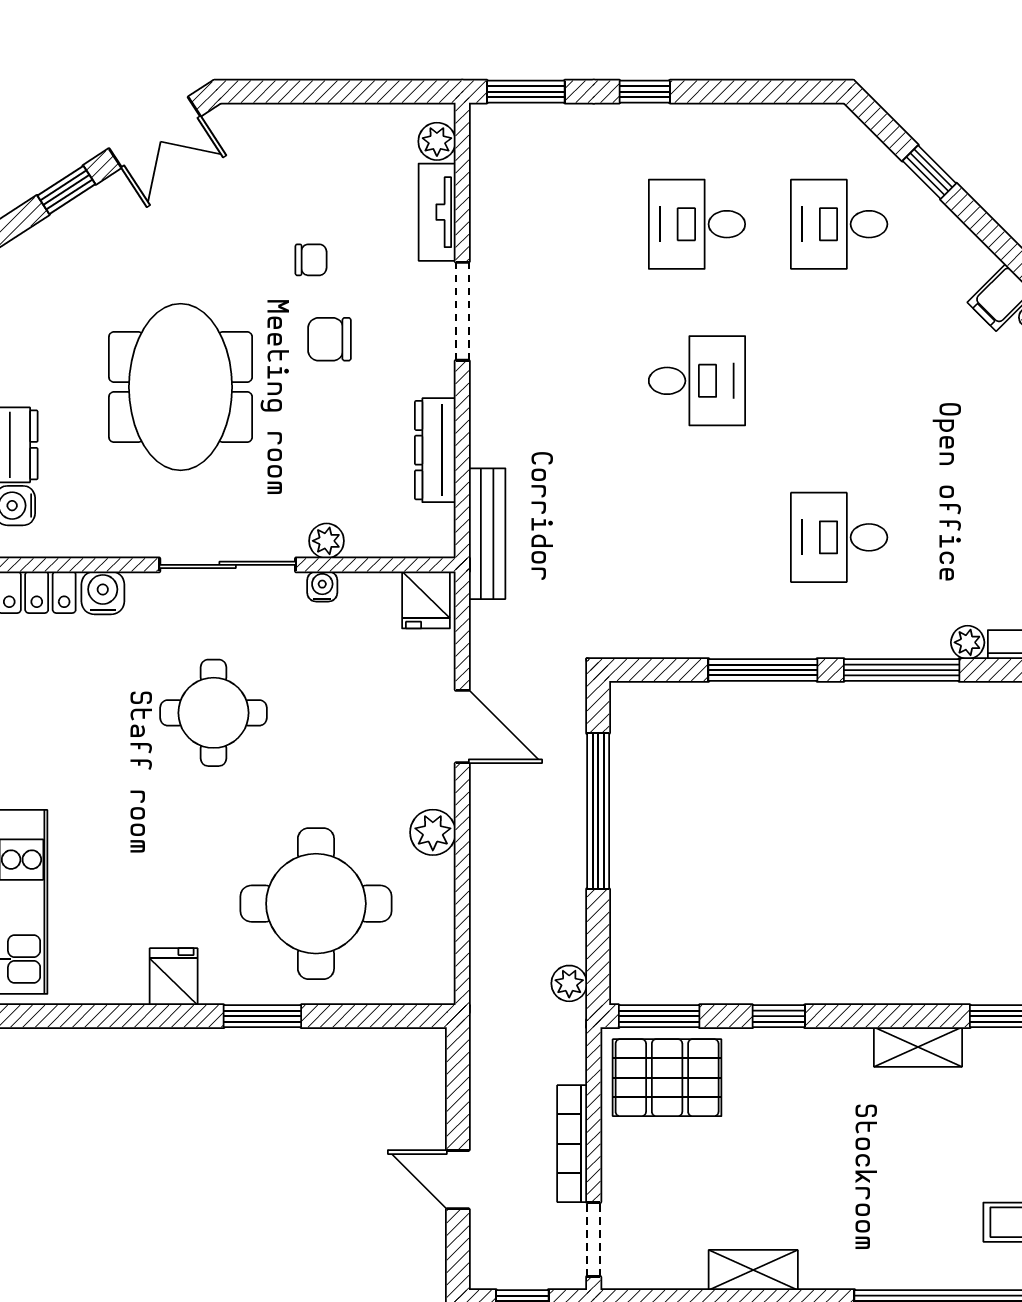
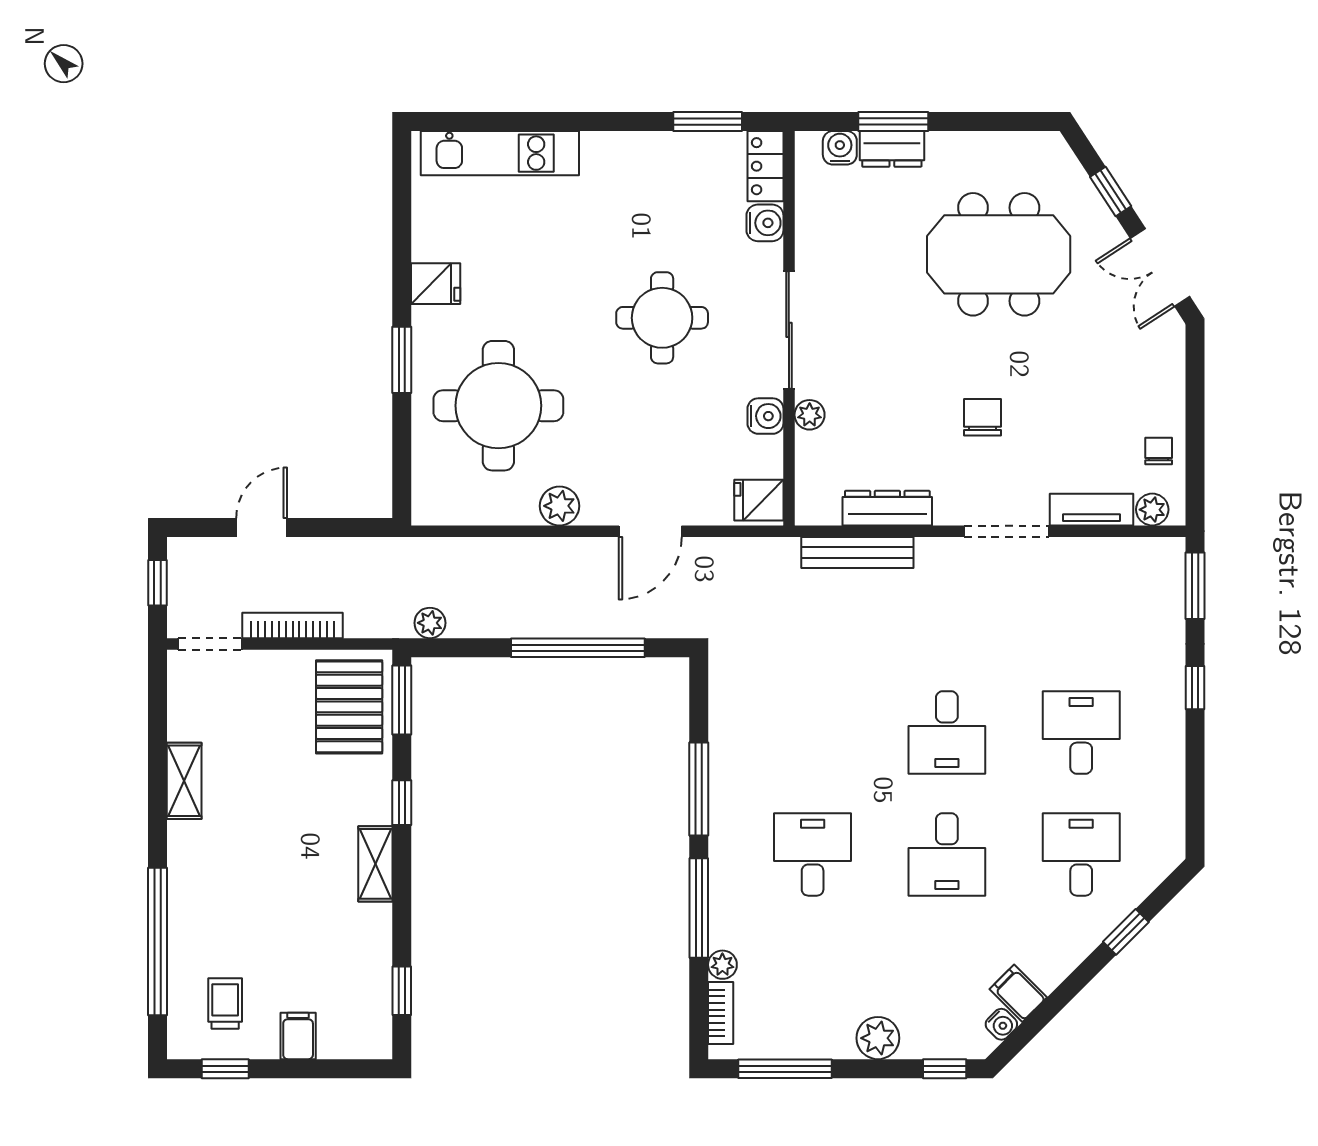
chair: (311, 260) -> (1159, 451), moved, turned 180
desk: (839, 381) -> (947, 854), added
meeting table: (181, 387) -> (999, 254), moved
bench: (487, 534) -> (857, 553), moved
water cooler: (322, 586) -> (765, 416), width x1.38, depth x1.38
shelving: (918, 1047) -> (375, 864), moved

